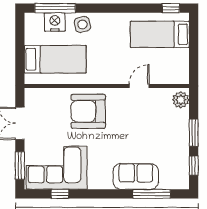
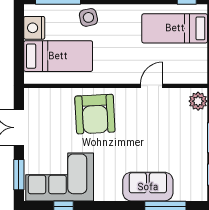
nightstand: (55, 22) -> (34, 28), moved, turned -90
armchair: (88, 111) -> (95, 114), turned -93

